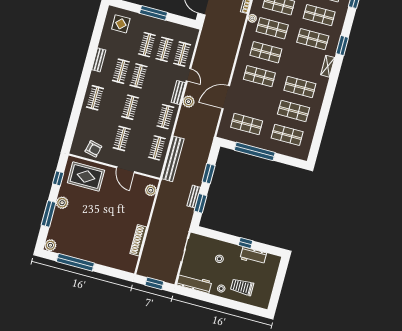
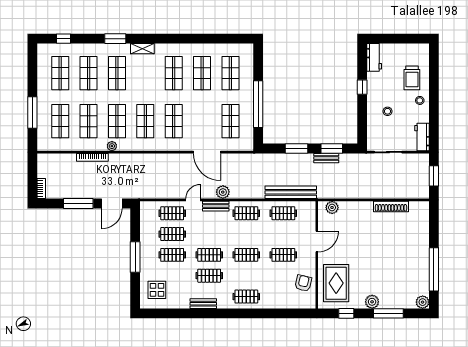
workbench: (253, 256) -> (374, 57), moved
workbench: (194, 283) -> (422, 137), width x0.73

